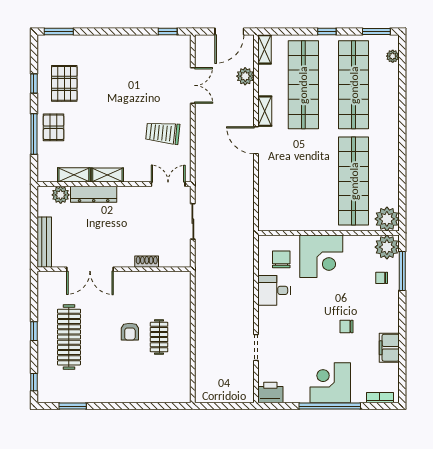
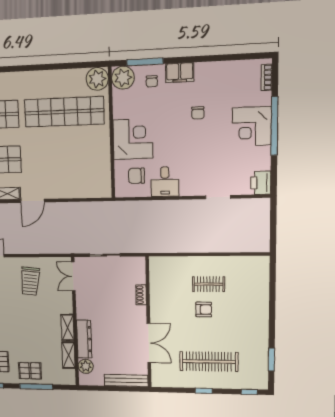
filing cabinet: (389, 348) -> (180, 73), moved

